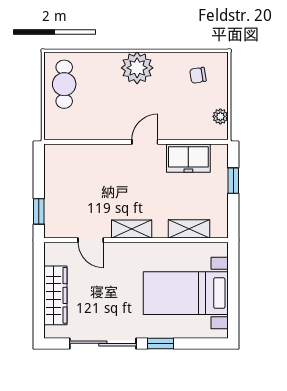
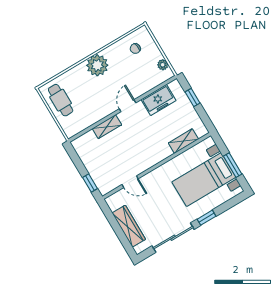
shelving: (132, 229) -> (107, 127), moved
window: (233, 296) -> (233, 165), added

